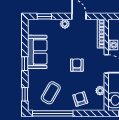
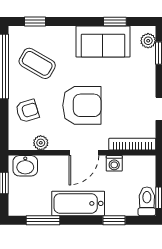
plant: (65, 24) -> (148, 41), moved
window: (25, 64) -> (115, 22), moved
armchair: (77, 65) -> (82, 105), width x1.88, depth x1.88

